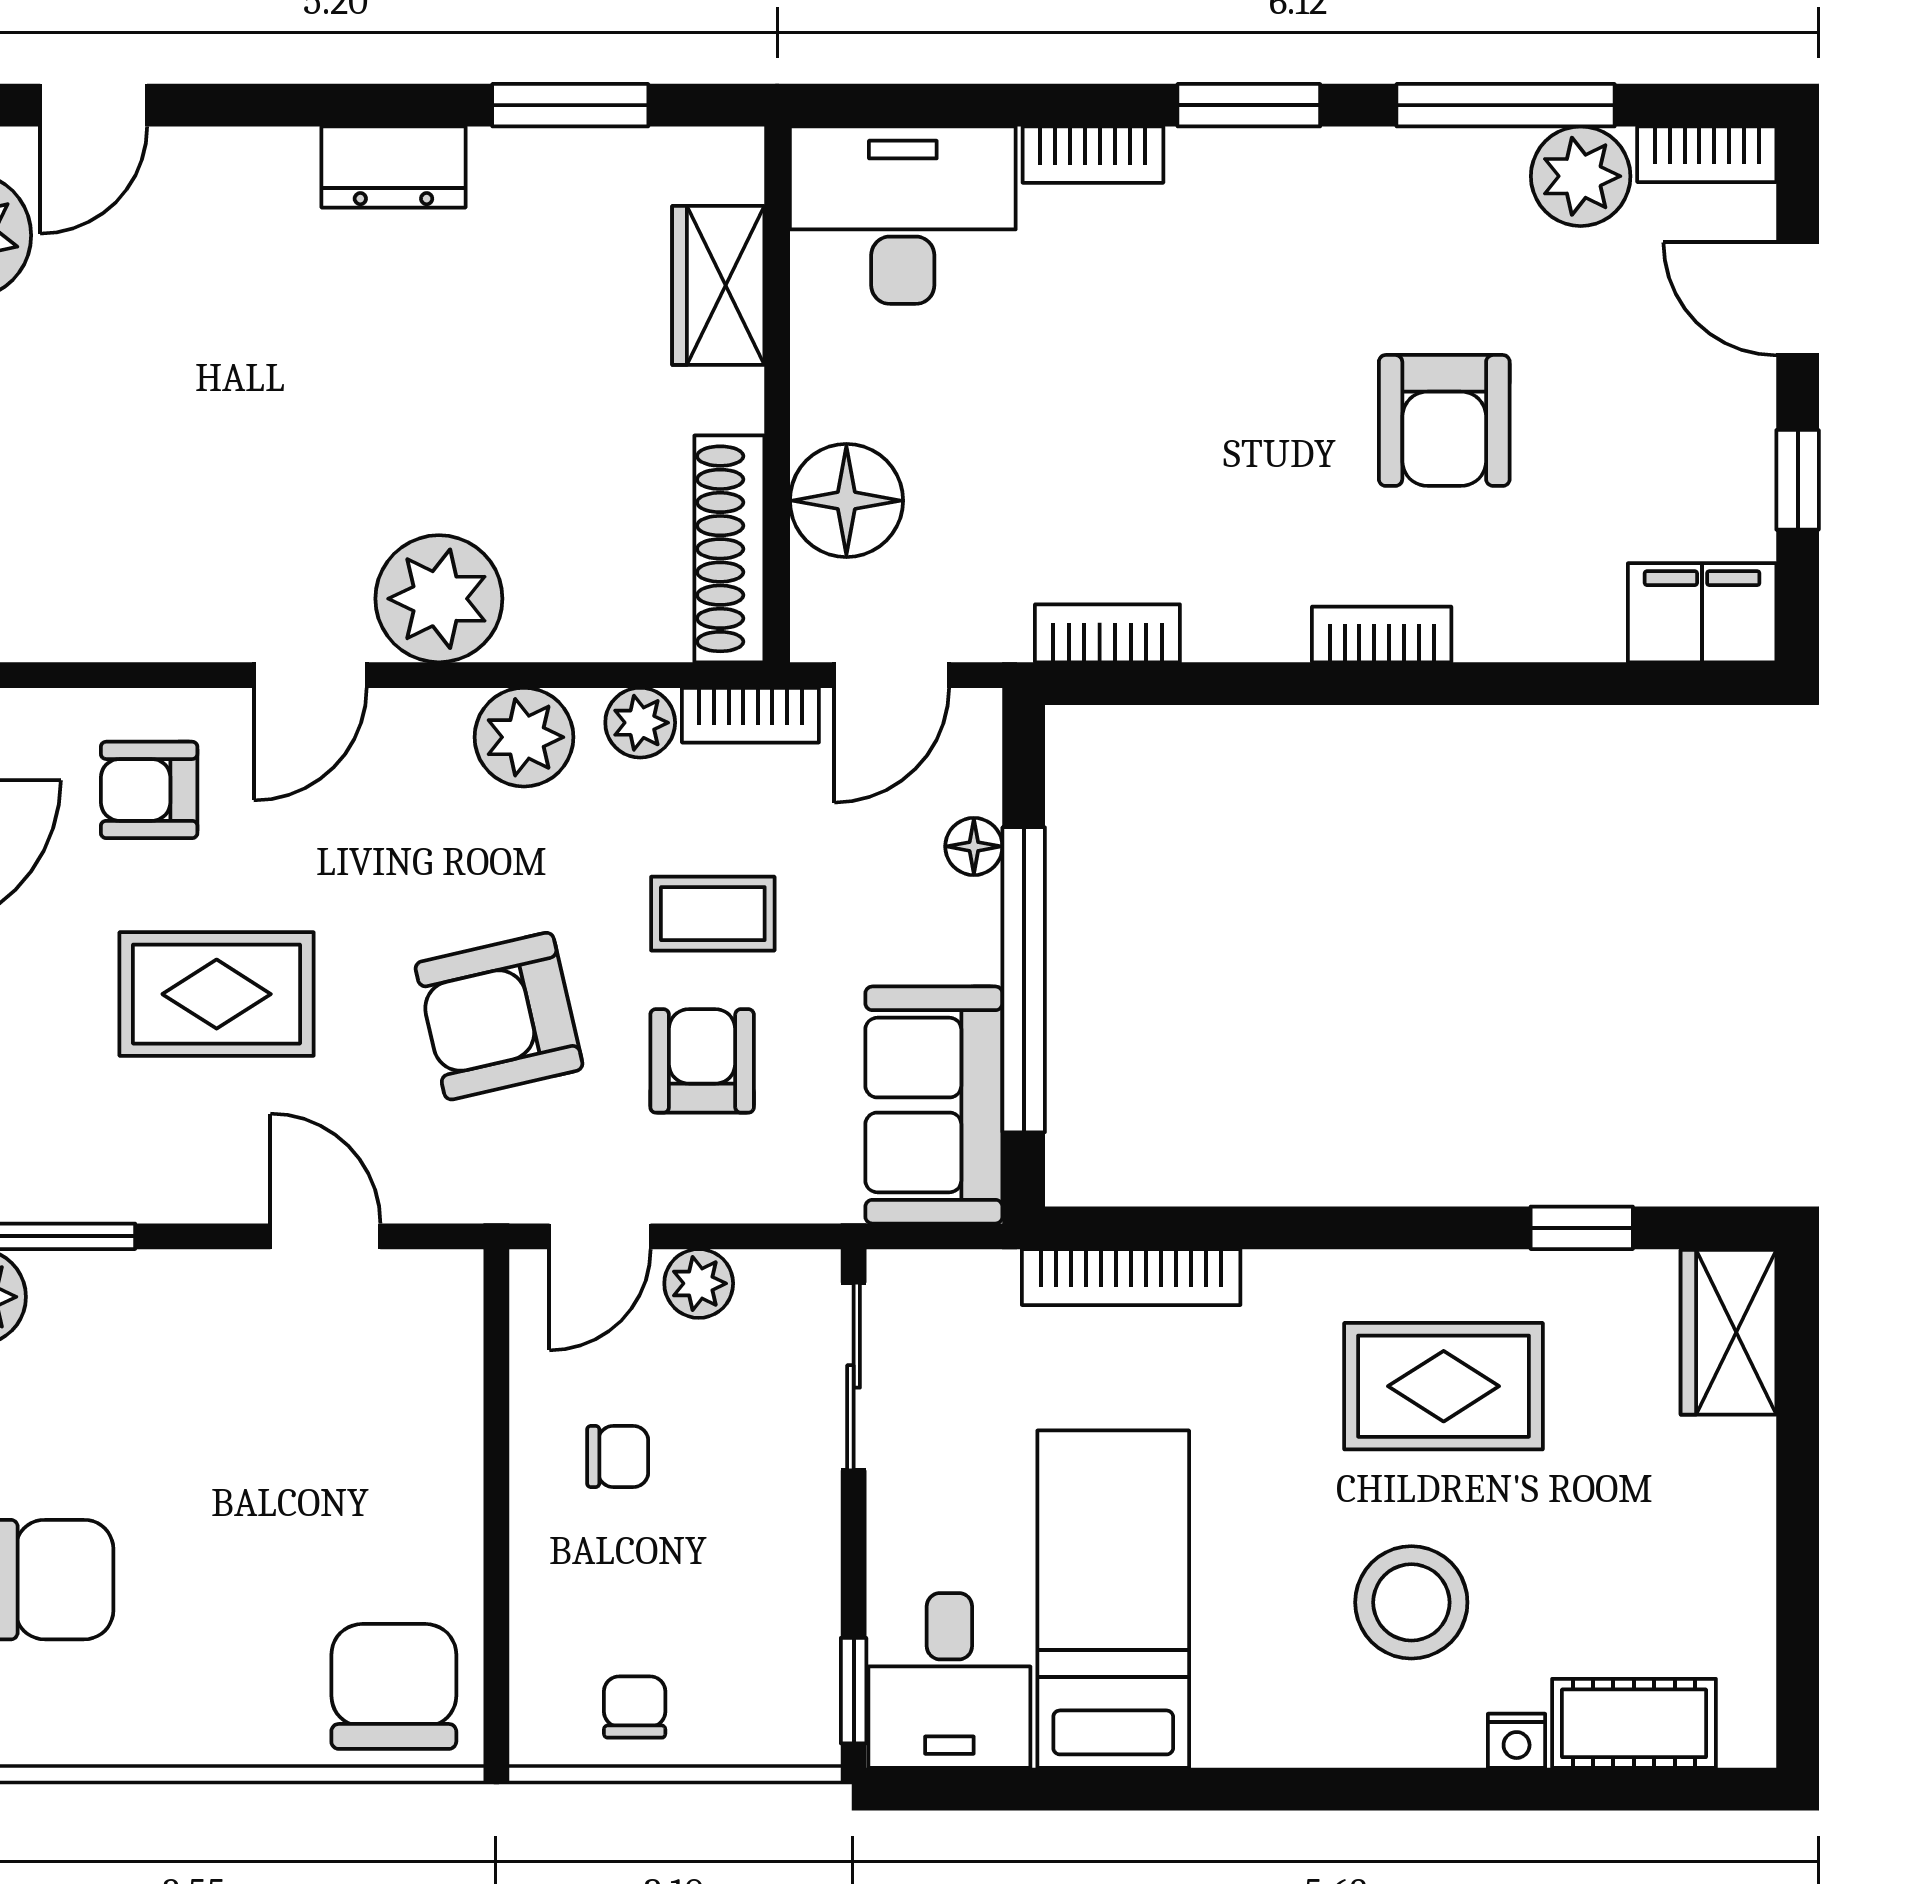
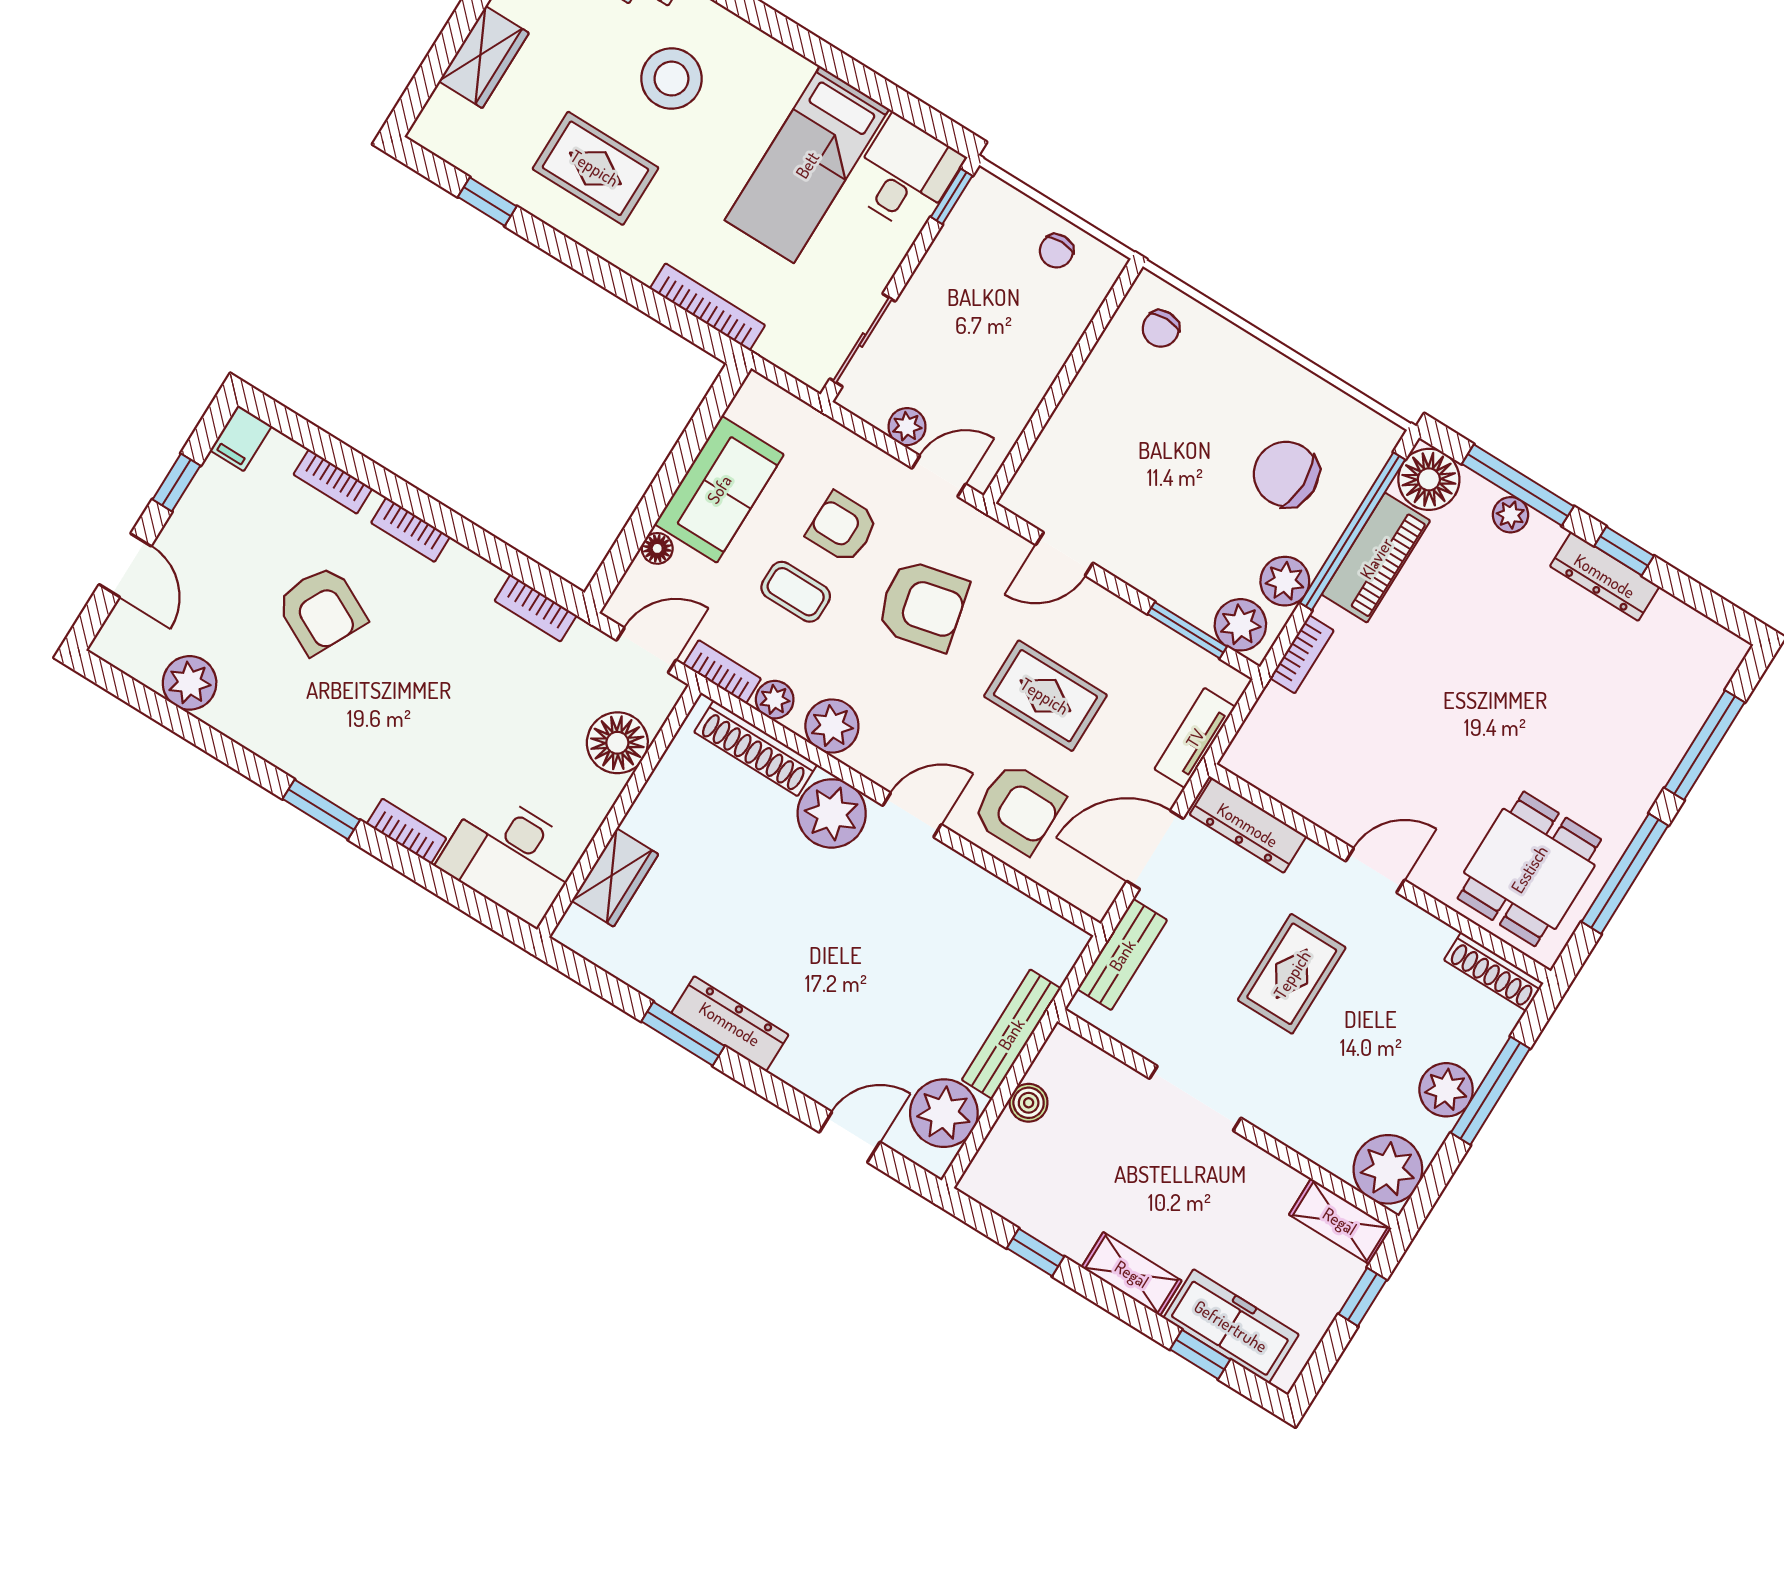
window: (570, 105) -> (683, 1034), moved
window: (1506, 105) -> (204, 737), removed
bookcase: (1707, 154) -> (333, 482), moved, turned 180
dresser: (393, 167) -> (730, 1024), width x1.44
armchair: (1444, 420) -> (321, 610), turned 117
shoe rack: (729, 549) -> (756, 748), moved, turned 90
filing cabinet: (1702, 613) -> (241, 438), width x0.50
armchair: (149, 790) -> (1018, 808), width x1.38, depth x1.38
window: (1024, 980) -> (672, 473), removed
armchair: (702, 1061) -> (842, 527), turned 90
sofa: (934, 1105) -> (719, 489), moved
door: (325, 1236) -> (1064, 554), hinge flipped
wardrobe: (1729, 1332) -> (484, 57), moved
chair: (618, 1456) -> (993, 370), removed
chair: (394, 1686) -> (1161, 329), width x0.54, depth x0.54

